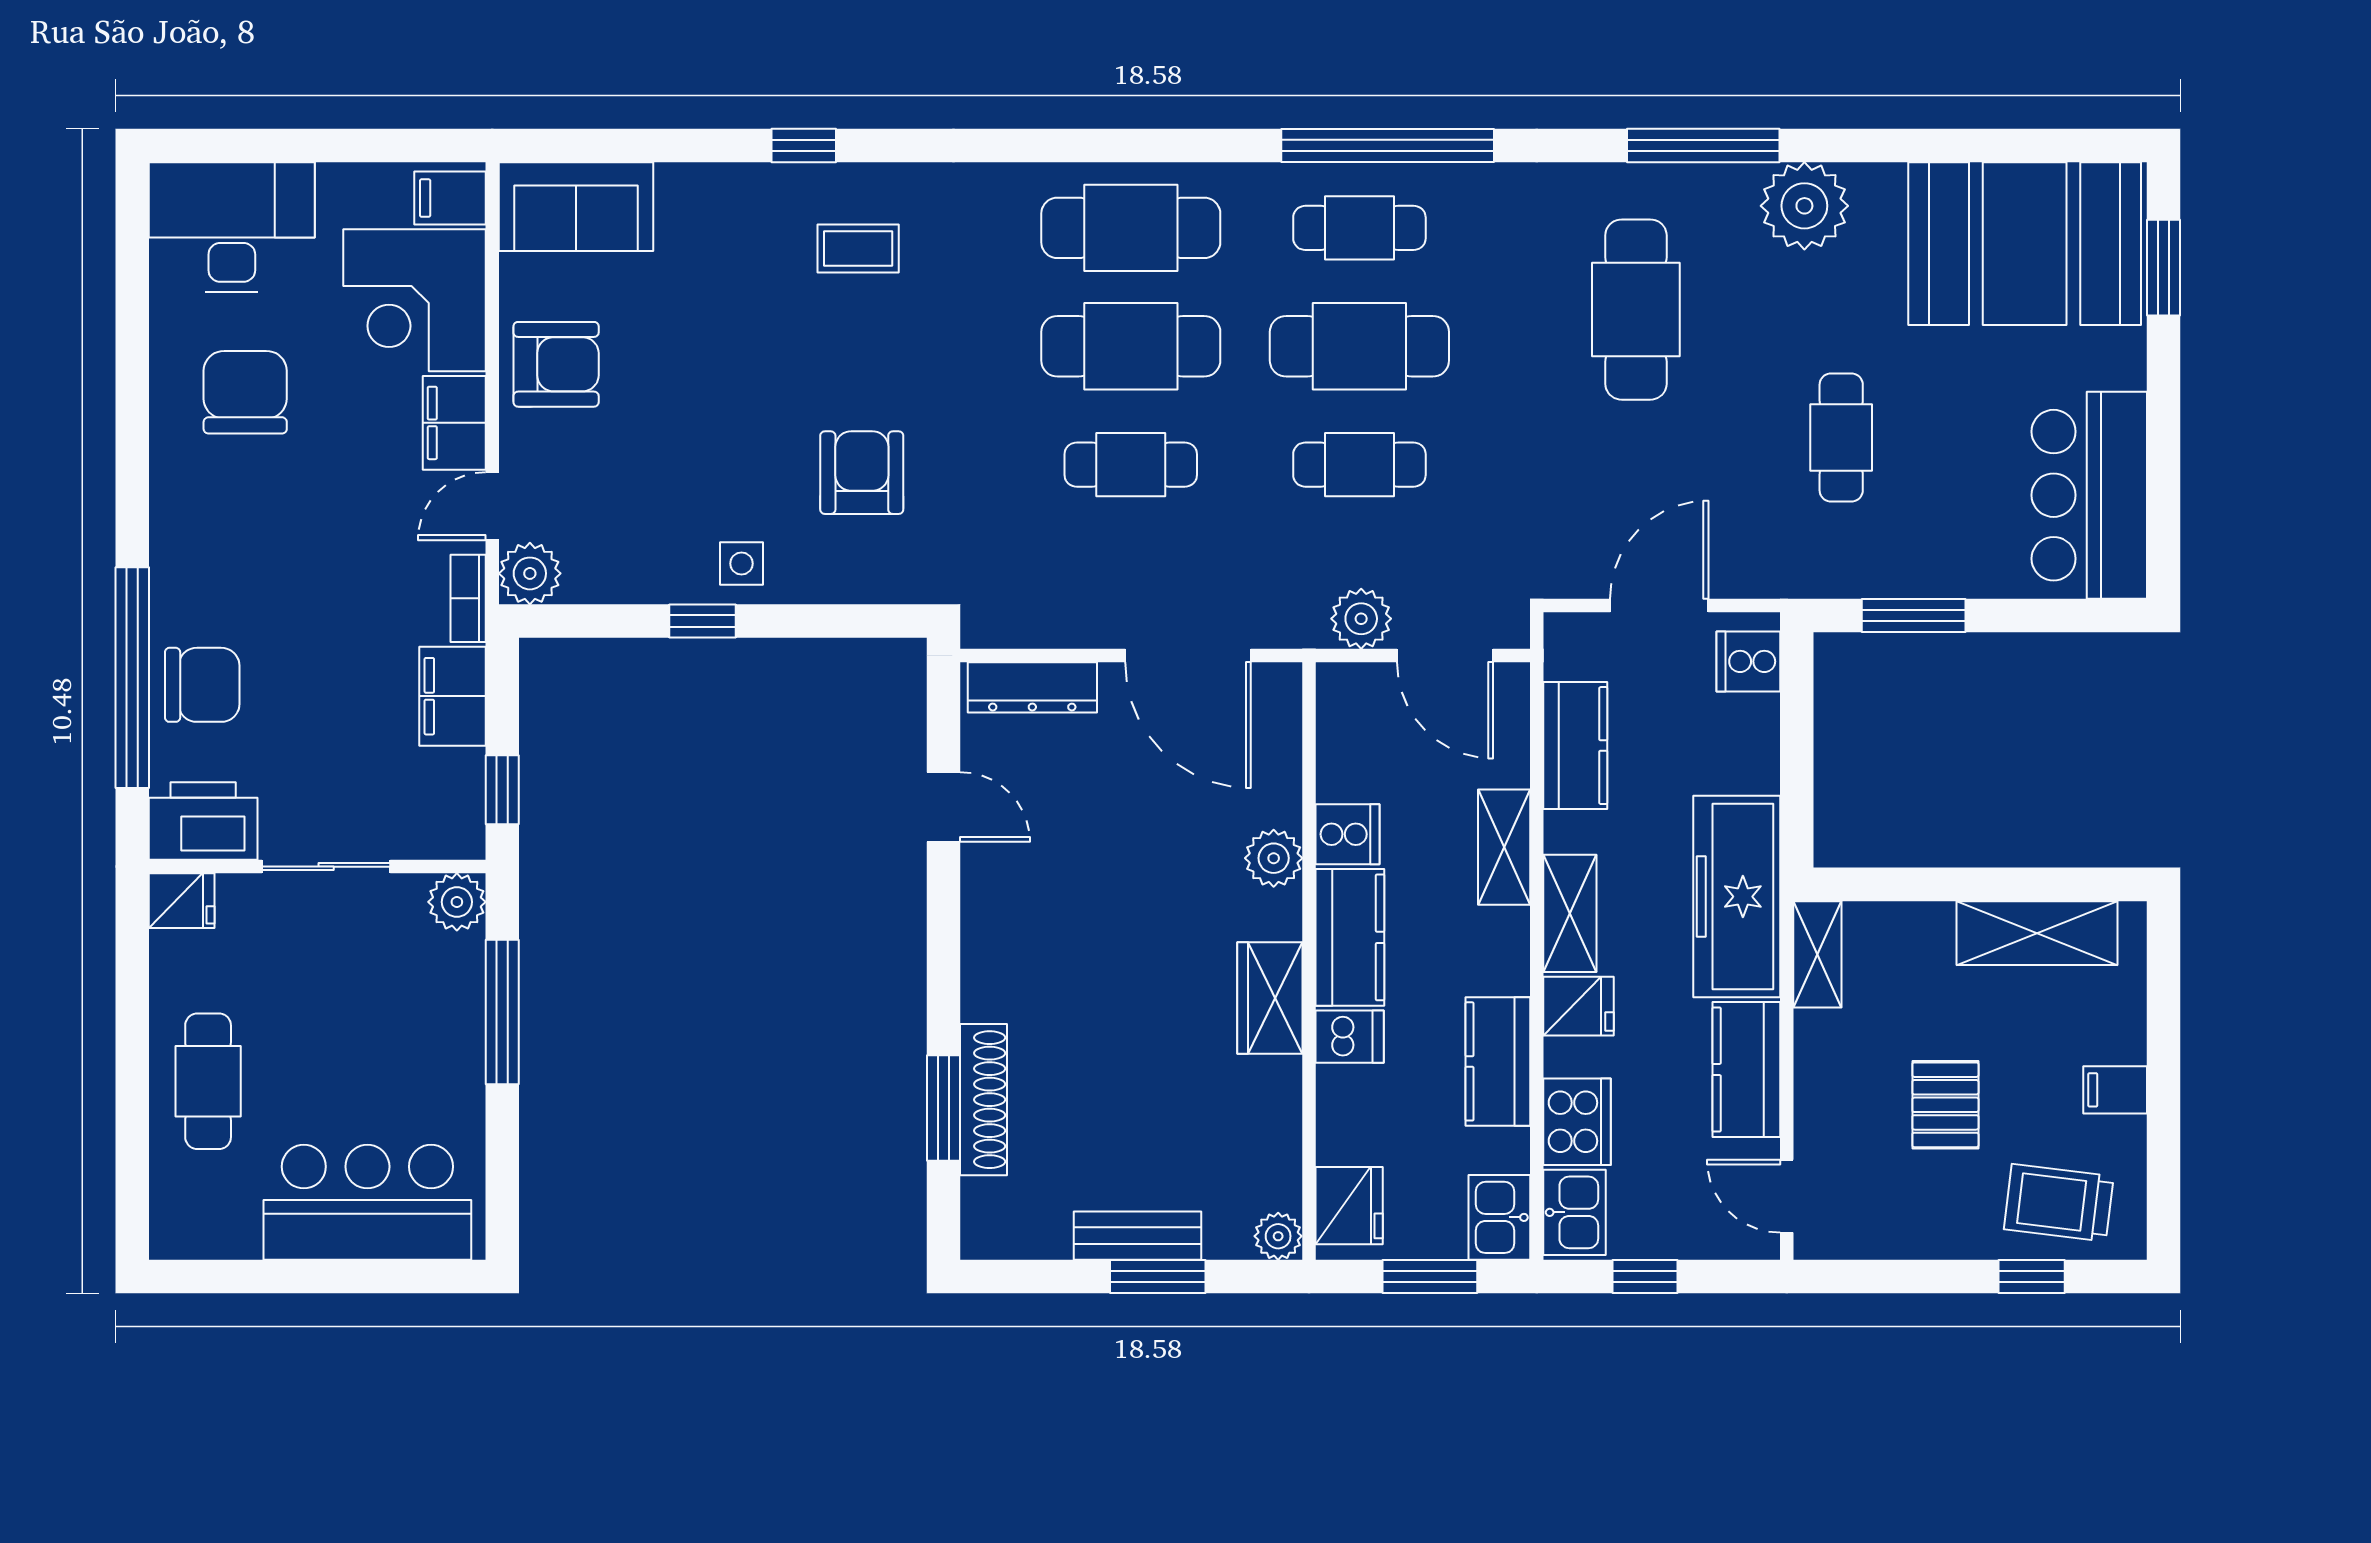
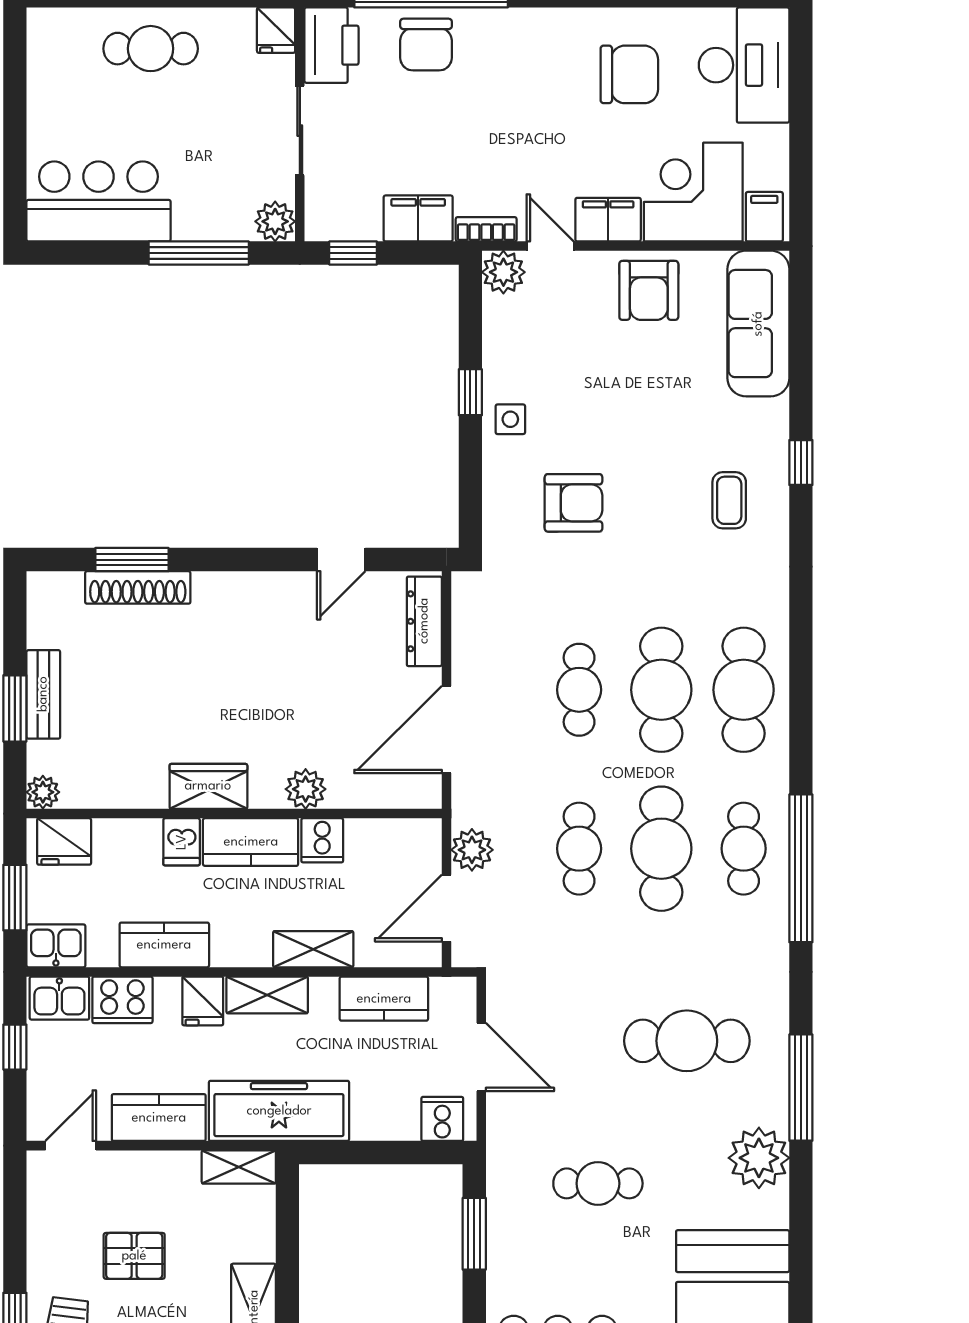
sofa: (576, 207) -> (758, 324), width x1.36
bar counter: (367, 1202) -> (98, 201), moved, turned -90

